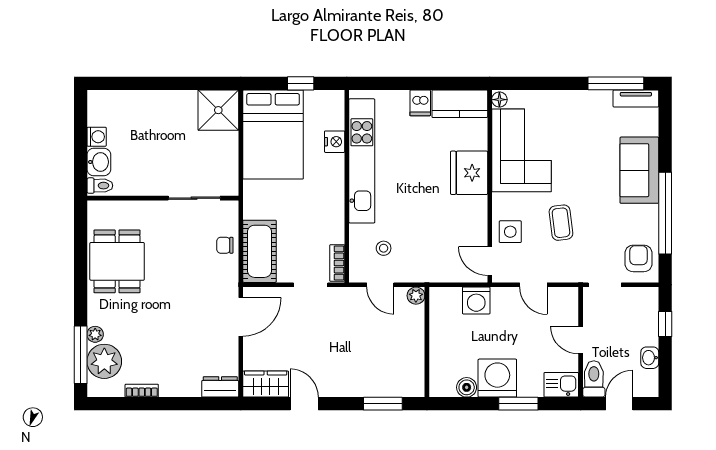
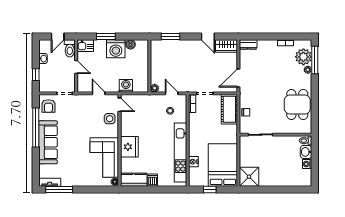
sofa: (639, 170) -> (48, 142), width x1.36
coffee table: (561, 223) -> (85, 123), removed

